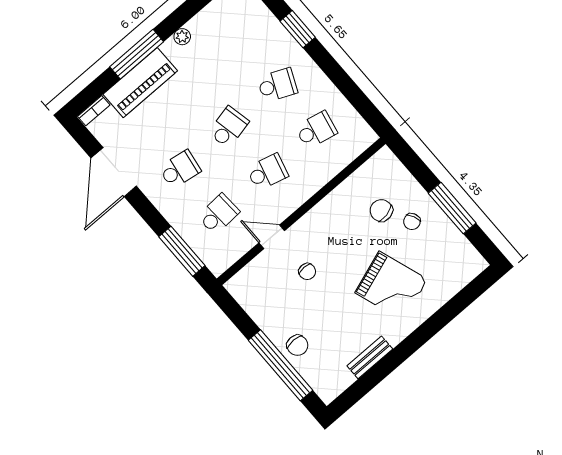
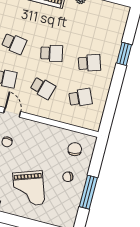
school desk: (277, 85) -> (89, 63), turned -42
school desk: (316, 130) -> (80, 98), turned -36
chair: (381, 211) -> (75, 149), moved

